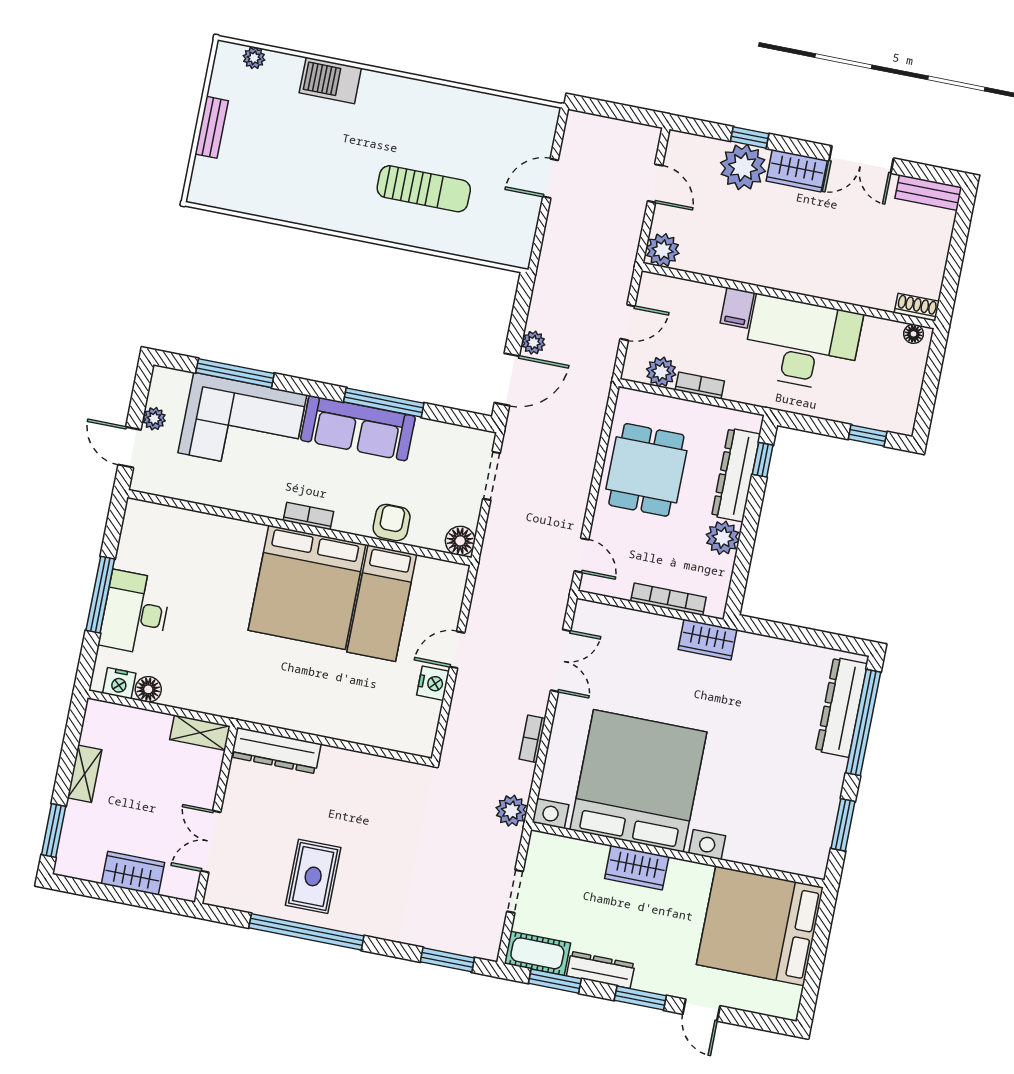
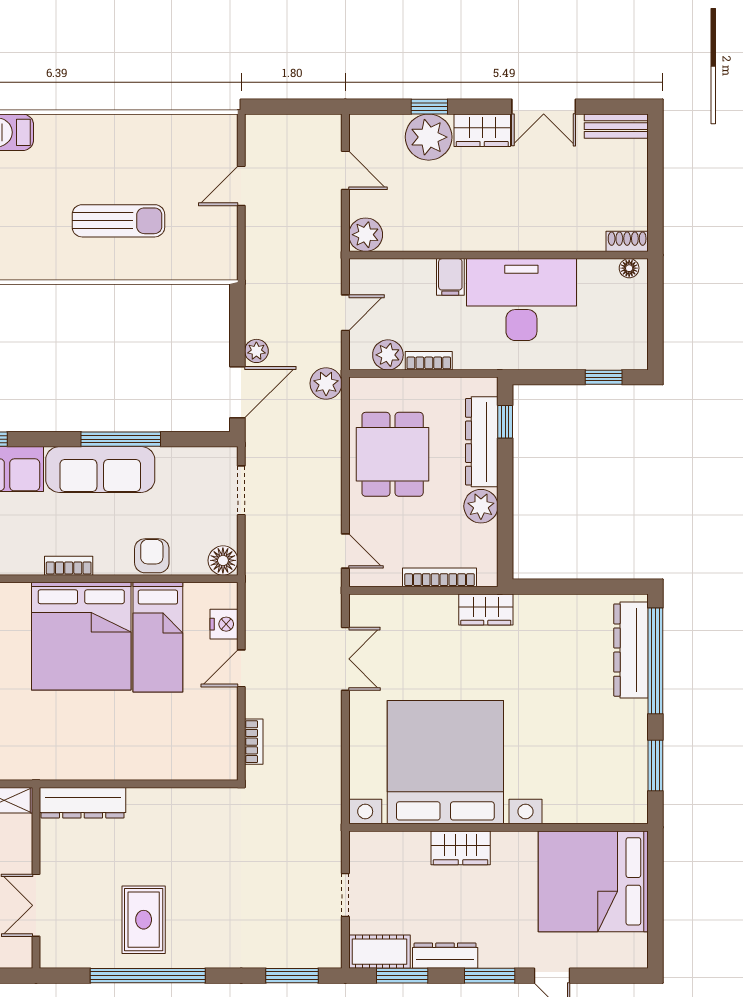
nightstand: (433, 683) -> (224, 624), moved
bookcase: (532, 739) -> (254, 742), moved, turned 180
plant: (511, 811) -> (326, 383), moved

